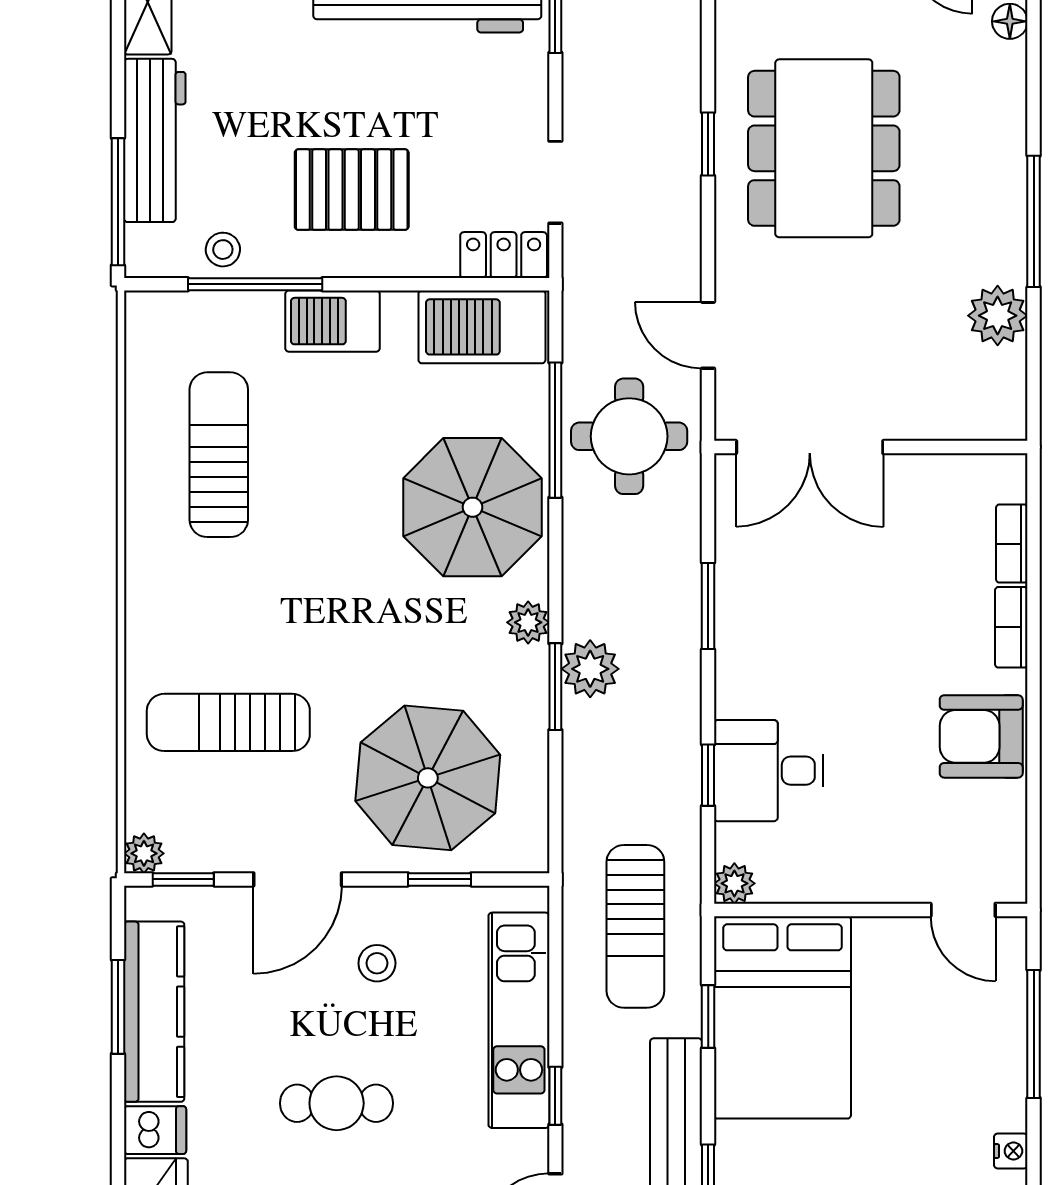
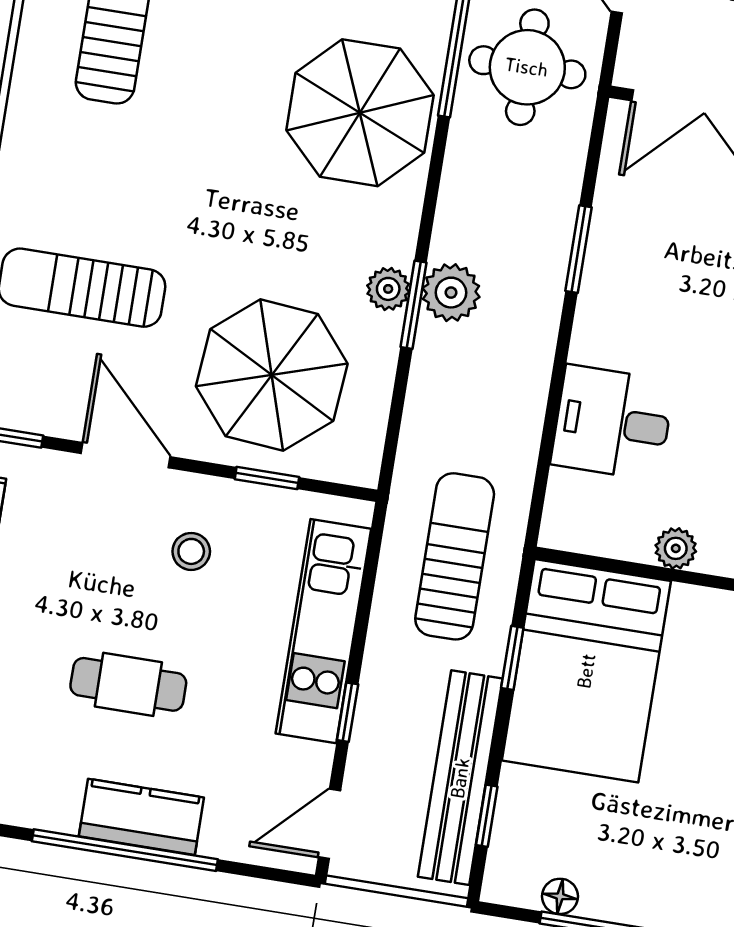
plant: (528, 622) -> (388, 289), moved
window: (708, 775) -> (551, 418), removed
door: (298, 879) -> (126, 455), swing flipped
plant: (734, 883) -> (676, 548), moved
sun lounger: (635, 926) -> (455, 556), turned 180

